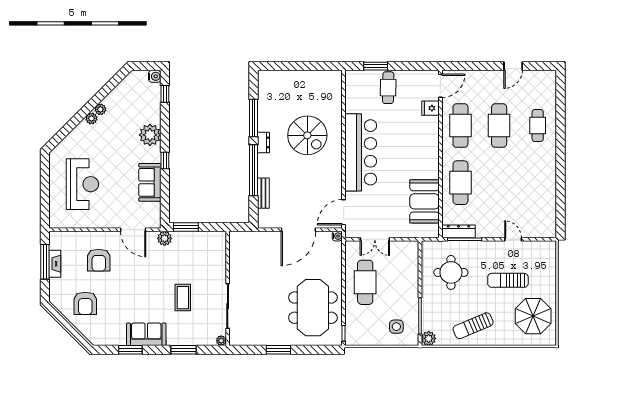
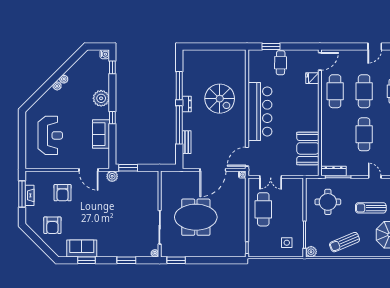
cafe table: (460, 183) -> (364, 134), moved
coffee table: (183, 298) -> (126, 221), removed
meeting table: (313, 308) -> (196, 217), moved, turned 90
sofa: (146, 334) -> (82, 249), moved
window: (278, 350) -> (176, 260), moved

